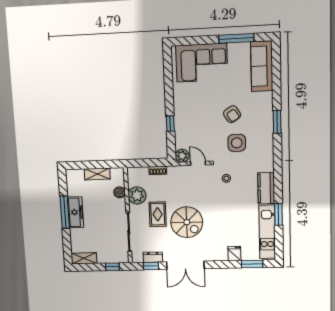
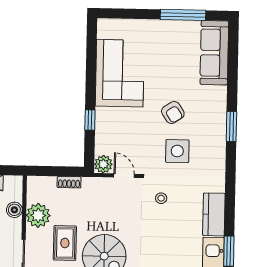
corner sofa: (202, 63) -> (120, 73), moved, turned -90

